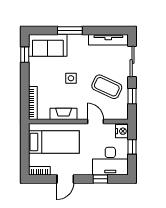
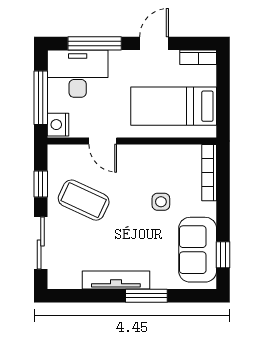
tv unit: (108, 40) -> (116, 280), moved
sofa: (48, 45) -> (198, 250), moved, turned -90
side table: (71, 78) -> (161, 202), moved
fireplace: (64, 114) -> (157, 154), removed
window: (132, 147) -> (41, 98), width x2.17
window: (100, 179) -> (95, 43), width x2.17

